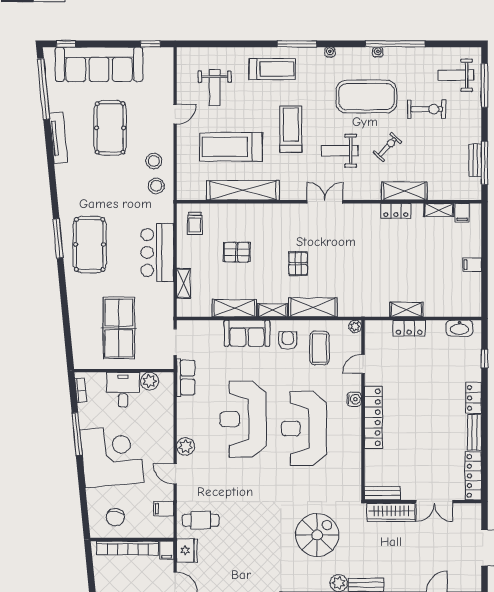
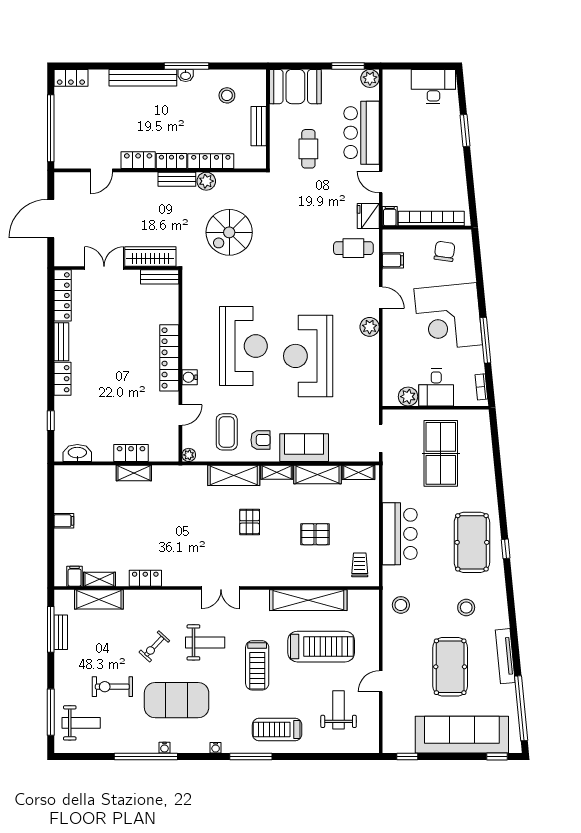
stool: (154, 161) -> (466, 607), moved
shelving: (404, 191) -> (99, 599), moved
window: (58, 238) -> (506, 549), width x0.46
shelving: (183, 283) -> (358, 472), moved, turned 90
armchair: (288, 340) -> (261, 440), turned -90
row of seats: (186, 377) -> (369, 400), removed
reception desk: (243, 419) -> (308, 356), turned 180

